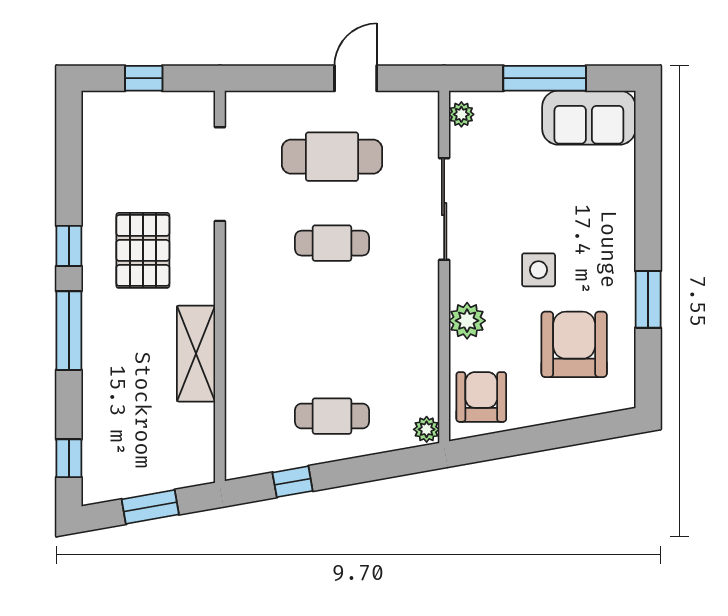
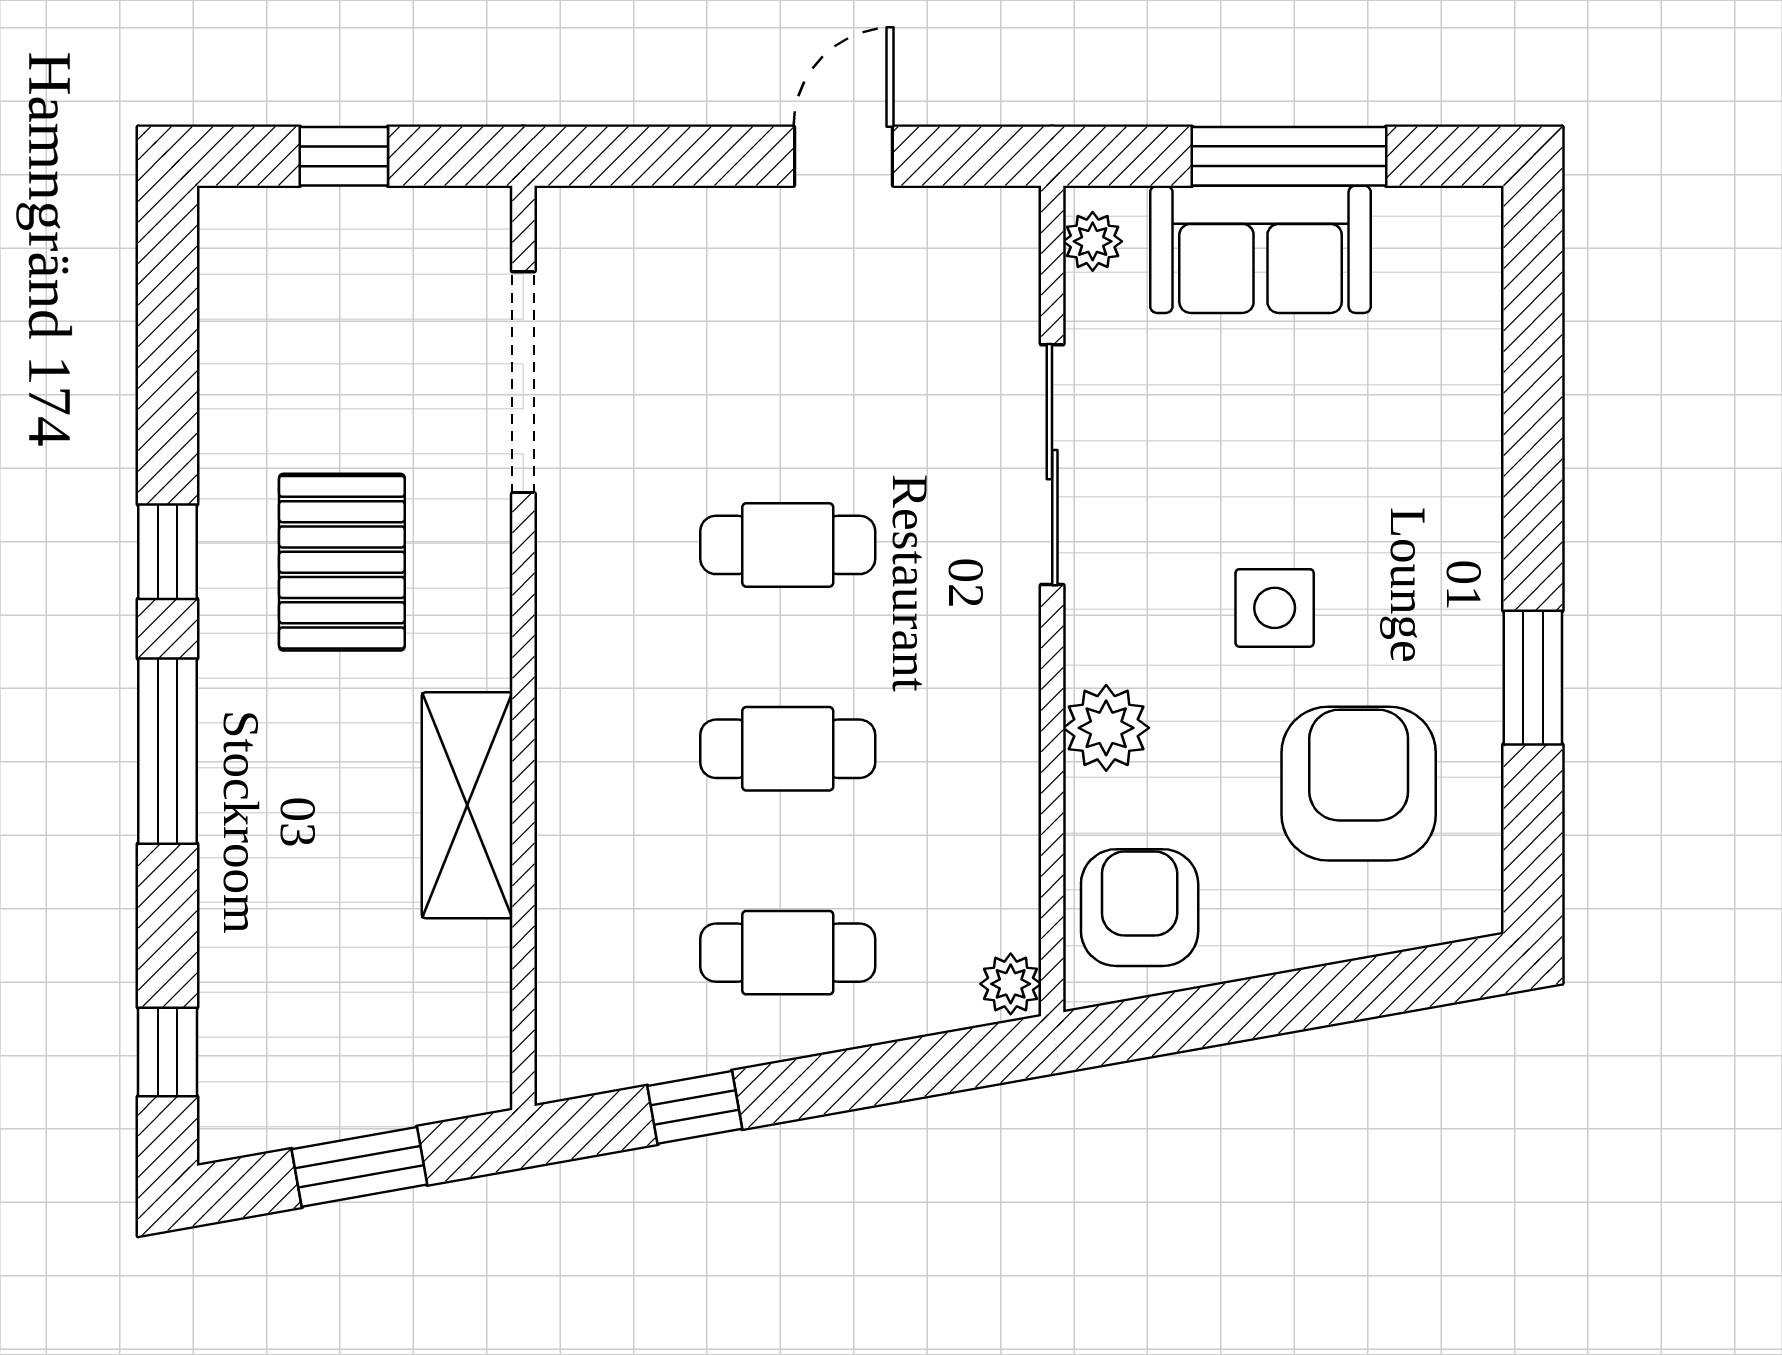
sofa: (589, 118) -> (1261, 249), moved
cafe table: (332, 157) -> (788, 749), moved, width x0.73, depth x0.74

